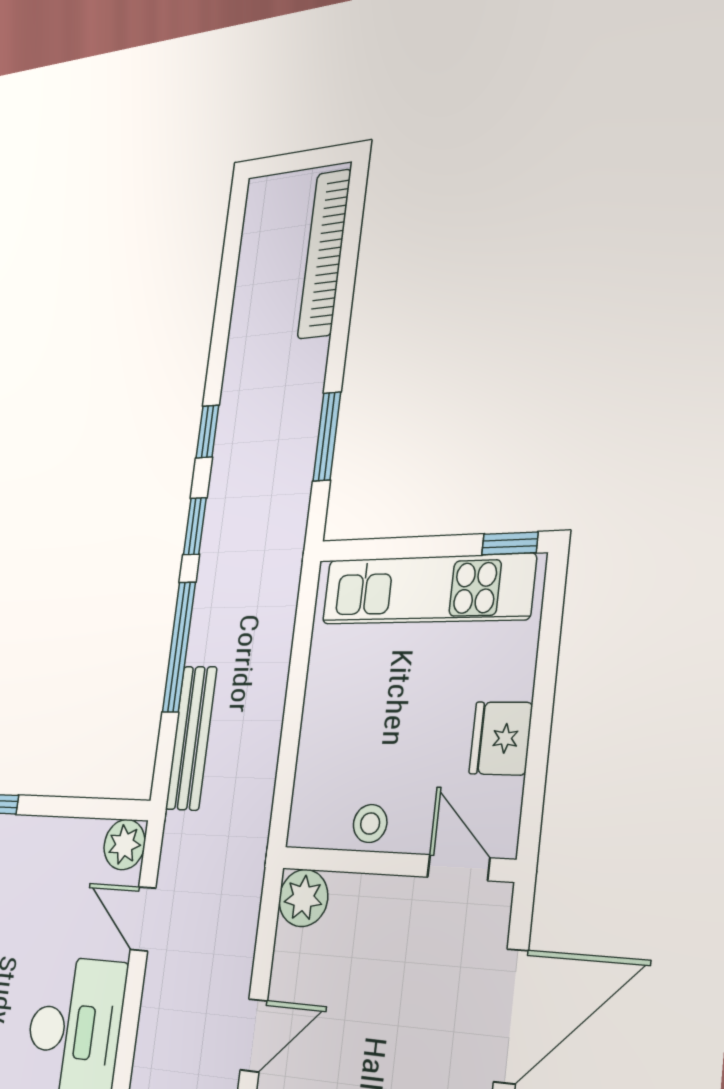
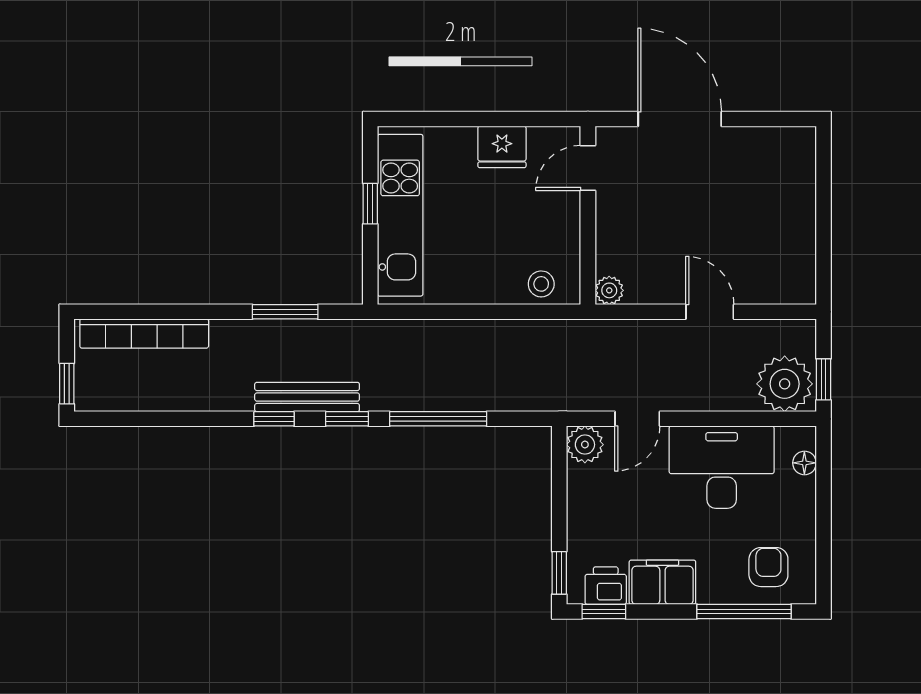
window: (280, 164) -> (67, 384), added
window: (510, 543) -> (370, 204), moved
bench: (191, 738) -> (307, 397), moved
stool: (370, 824) -> (541, 284), moved
plant: (303, 898) -> (609, 290), width x0.73, depth x0.73

